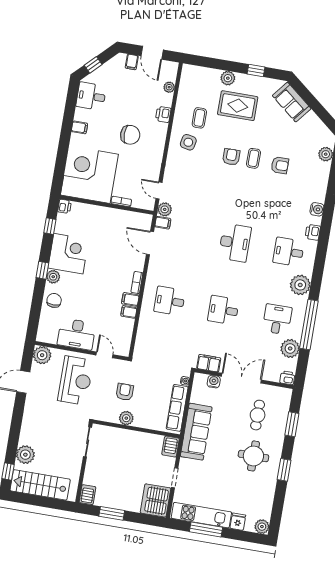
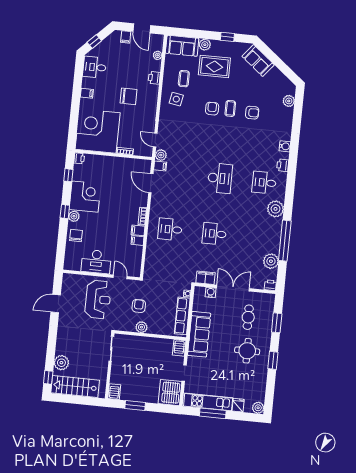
sofa: (200, 78) -> (182, 46), added
desk: (277, 319) -> (259, 238), removed
plant: (42, 355) -> (69, 281), removed

